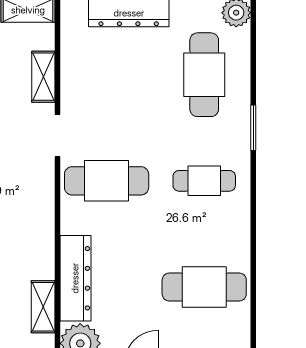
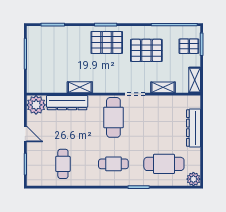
cafe table: (204, 181) -> (113, 164), turned 90
cafe table: (204, 287) -> (63, 164), width x0.73, depth x0.74
shelving: (43, 307) -> (80, 87), moved

